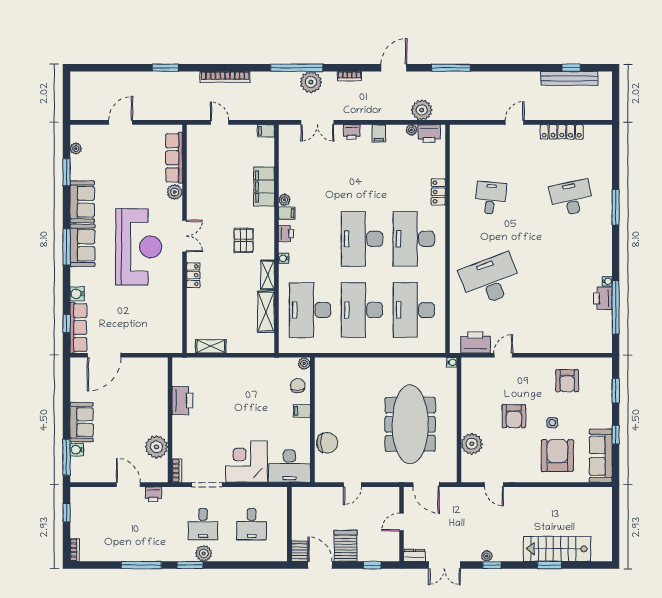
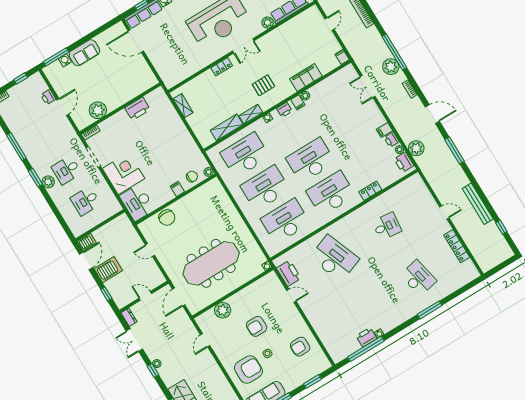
bench: (569, 78) -> (478, 204), moved
printer: (352, 132) -> (392, 140), moved
printer: (153, 494) -> (48, 97), moved

